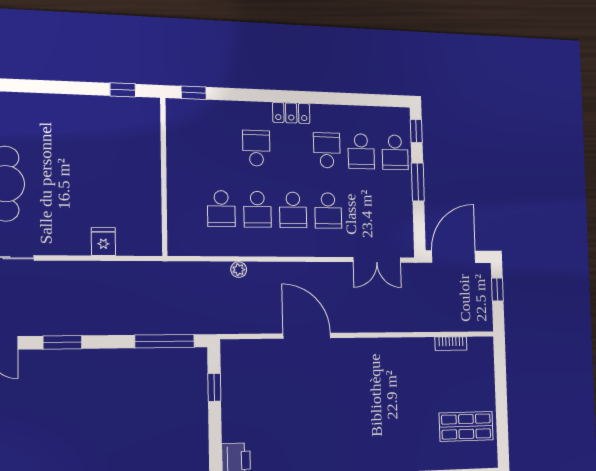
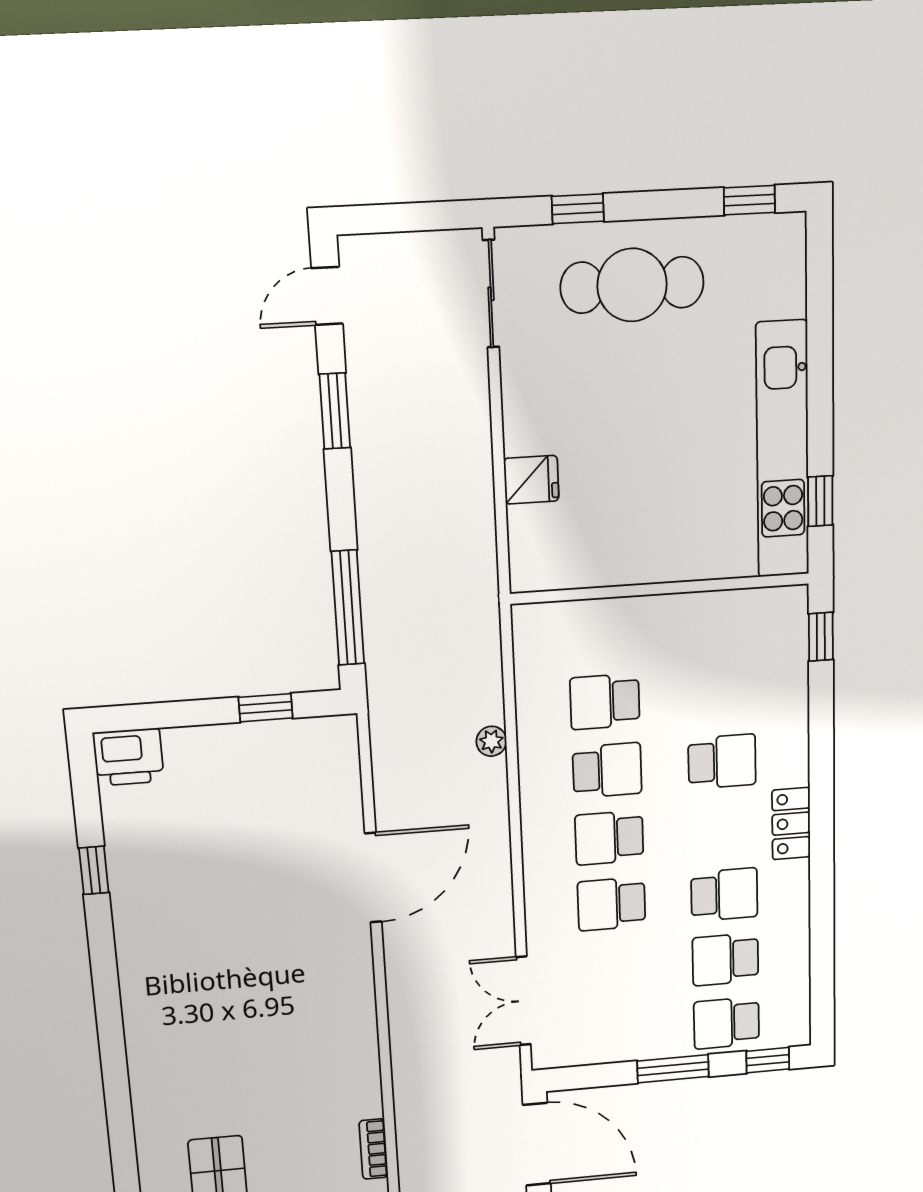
kitchen unit: (95, 109) -> (783, 450), added
school desk: (257, 209) -> (607, 770), turned 180

